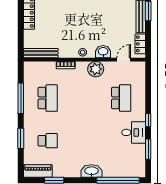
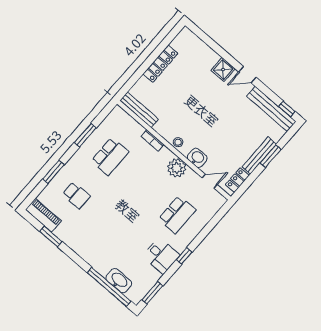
window: (21, 98) -> (85, 135), width x0.69
window: (148, 149) -> (152, 293), moved
washbasin: (91, 171) -> (119, 281), moved

